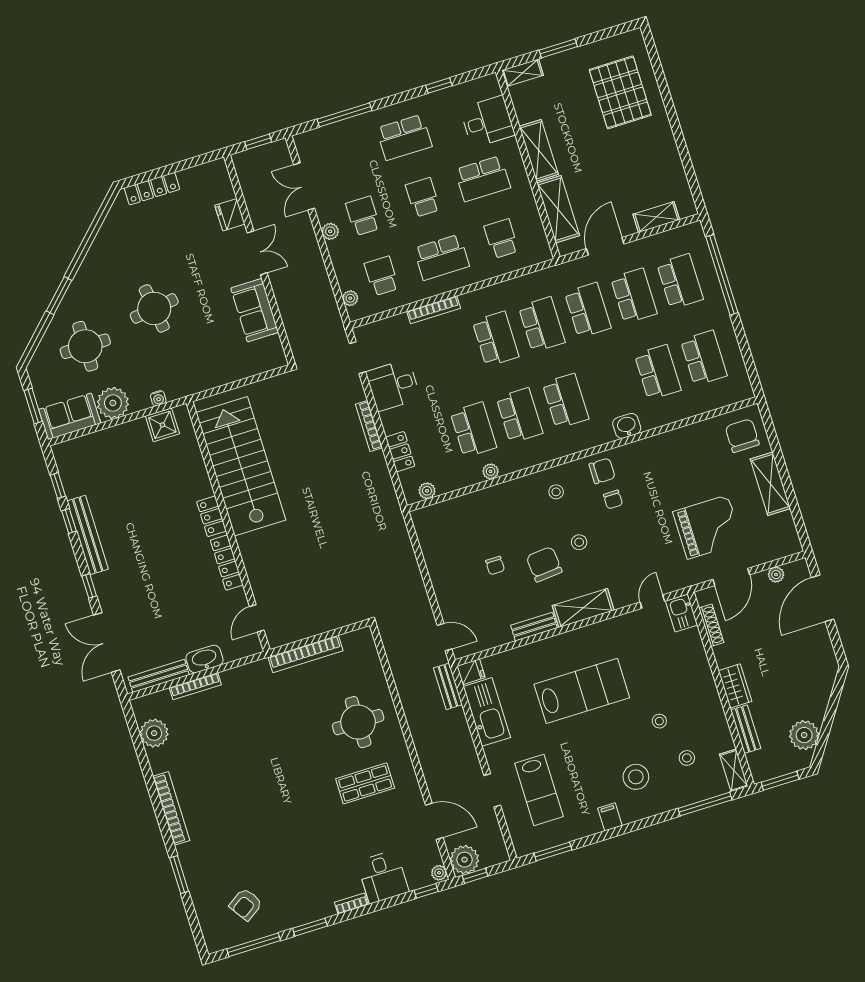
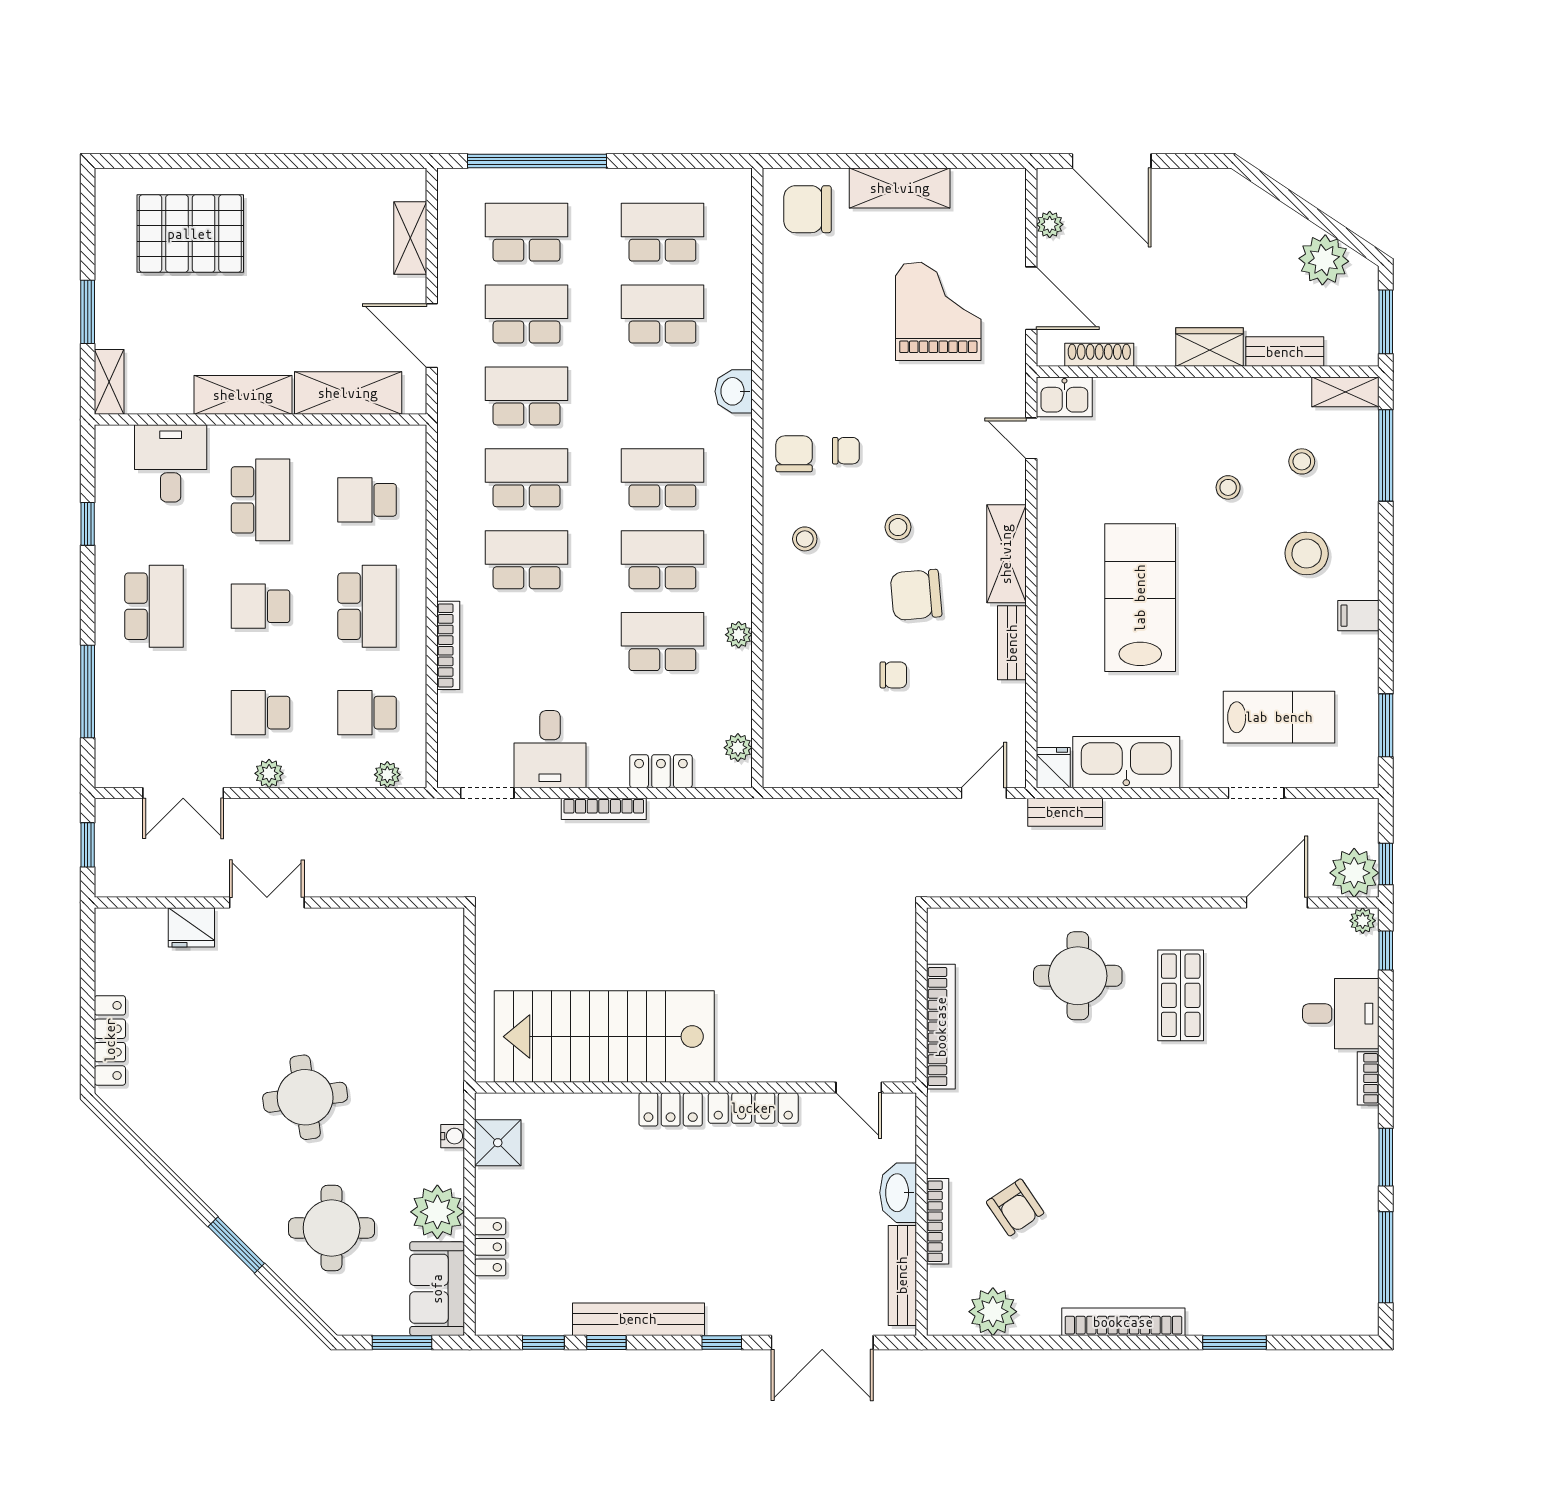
sofa: (255, 310) -> (359, 935), removed
locker: (102, 439) -> (490, 1247), added
armchair: (246, 904) -> (1015, 1207), moved

